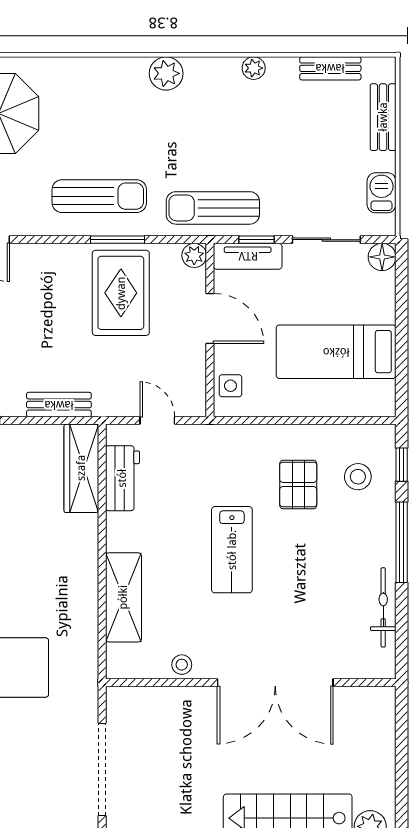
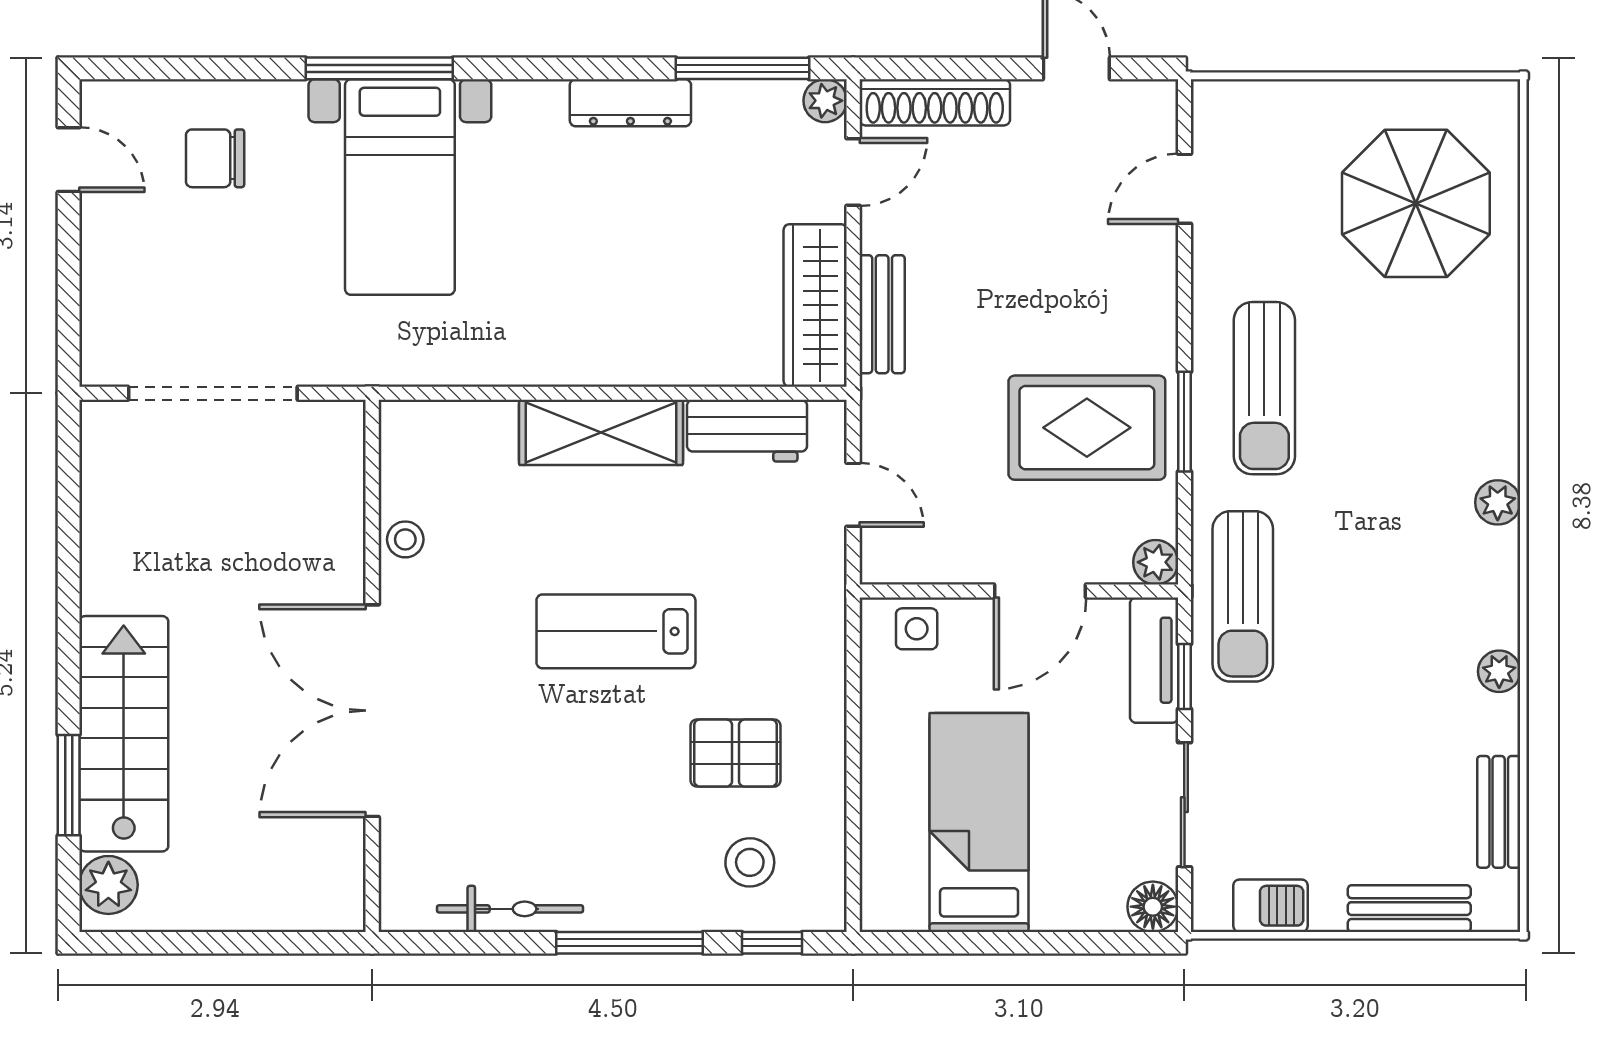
plant: (166, 73) -> (1498, 502), width x0.73, depth x0.73
sun lounger: (213, 208) -> (1243, 596), turned 180
door: (157, 420) -> (853, 495), hinge flipped
wardrobe: (81, 468) -> (815, 305), moved, turned -90
shelving: (123, 597) -> (601, 432), moved

